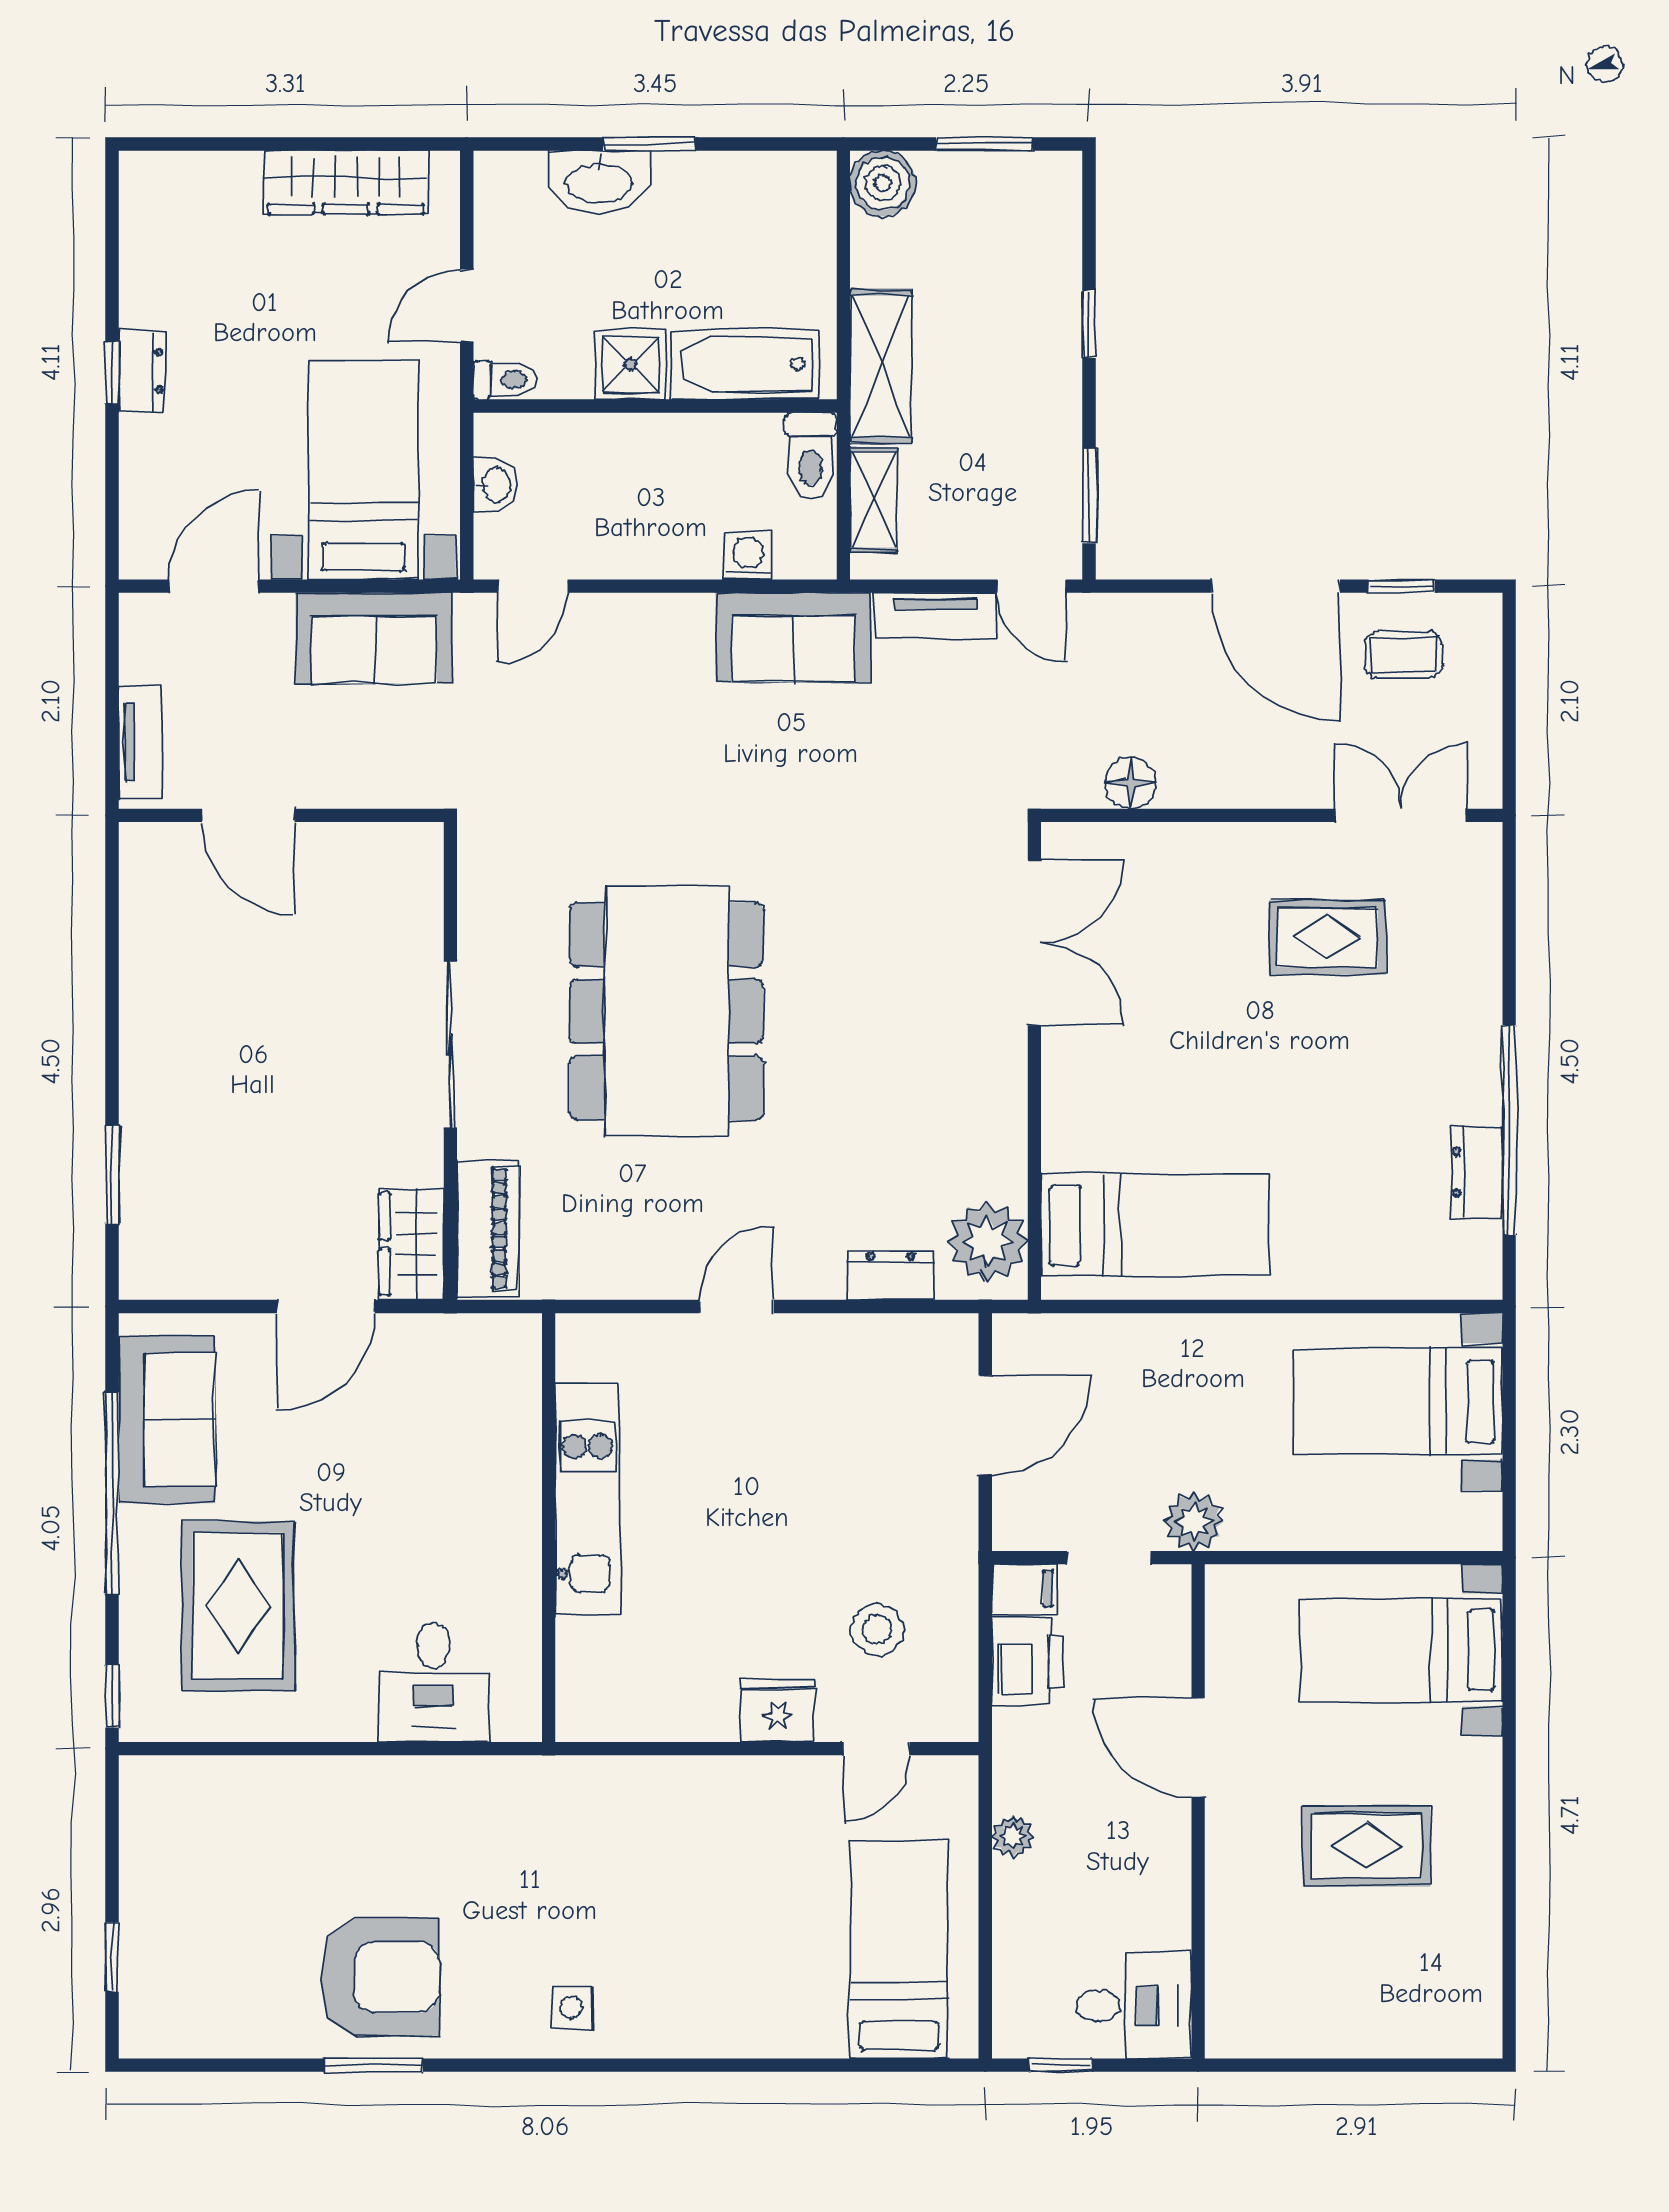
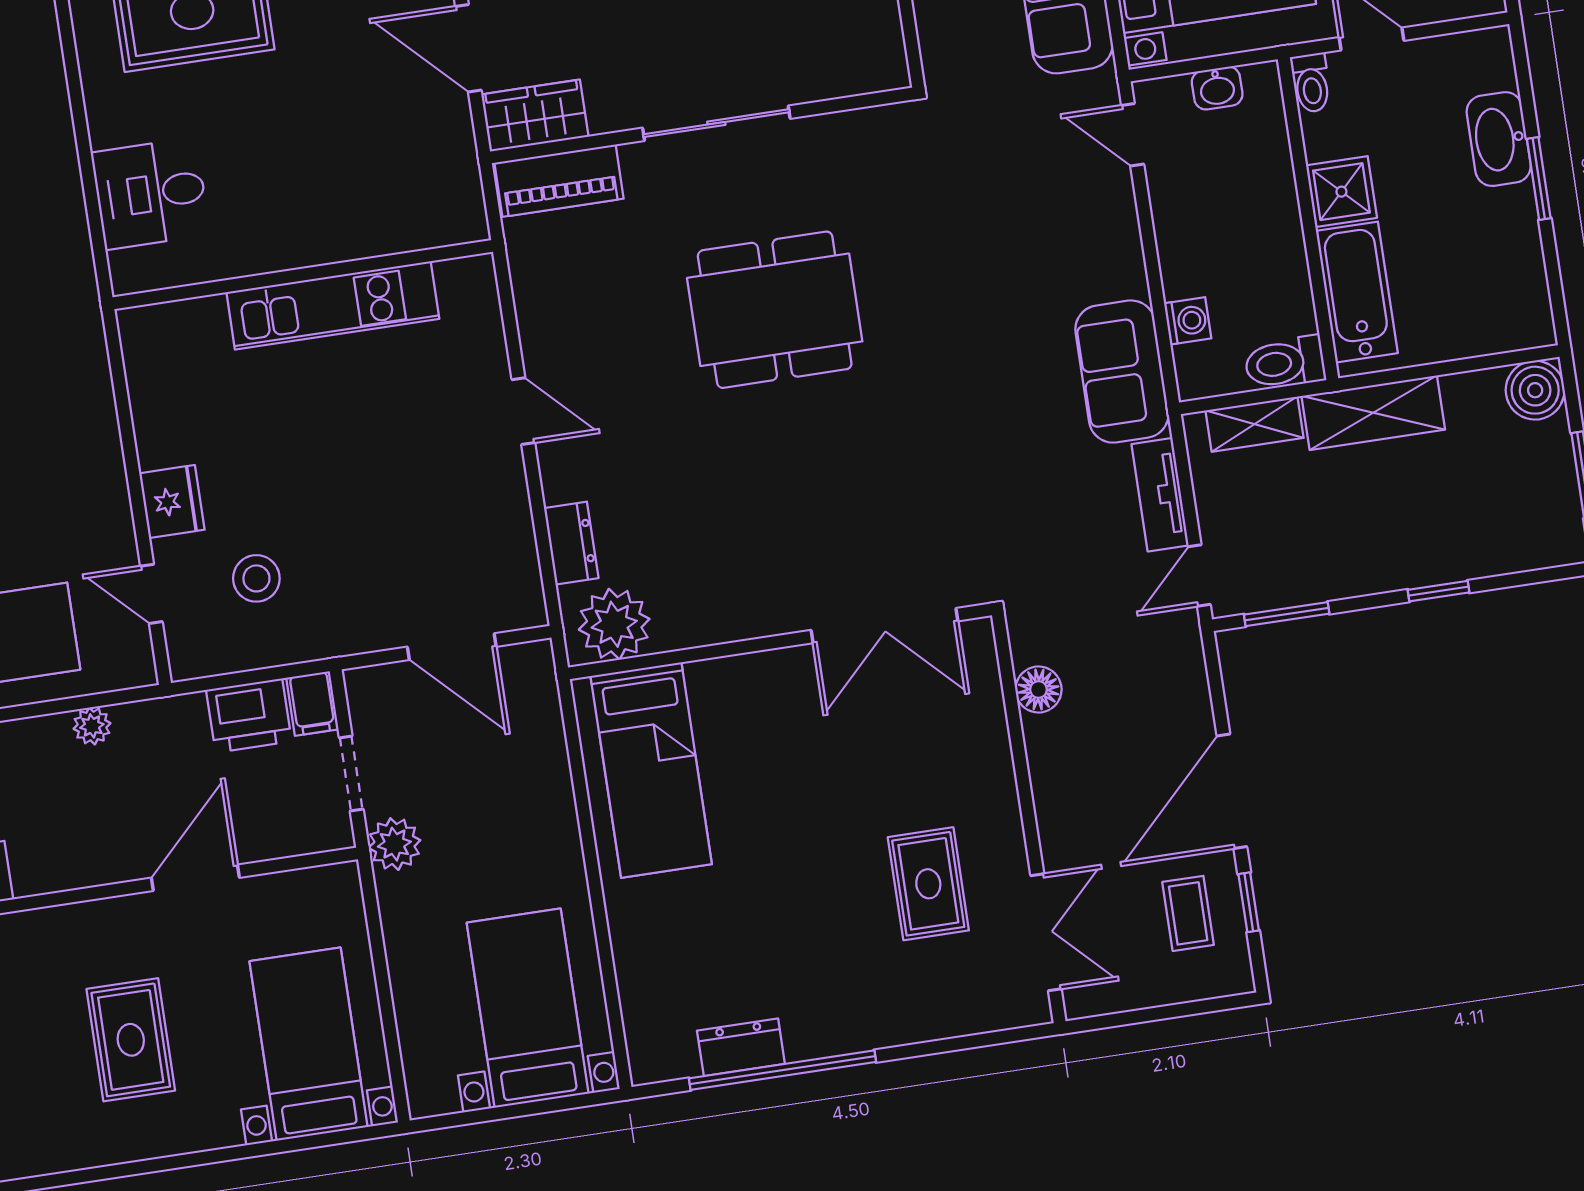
dining table: (667, 1011) -> (775, 310), width x0.73, depth x0.80

